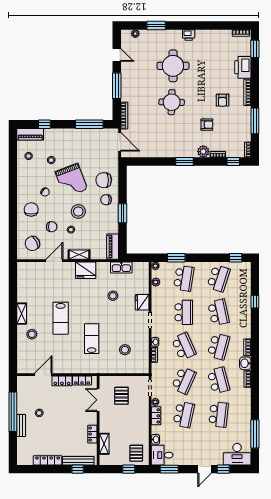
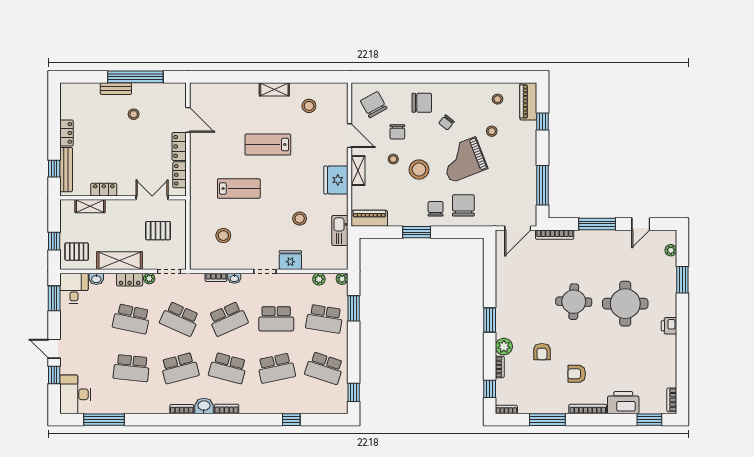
stool: (32, 334) -> (309, 106), moved
shelving: (143, 423) -> (120, 261), added
locker: (48, 460) -> (67, 133), width x0.66

